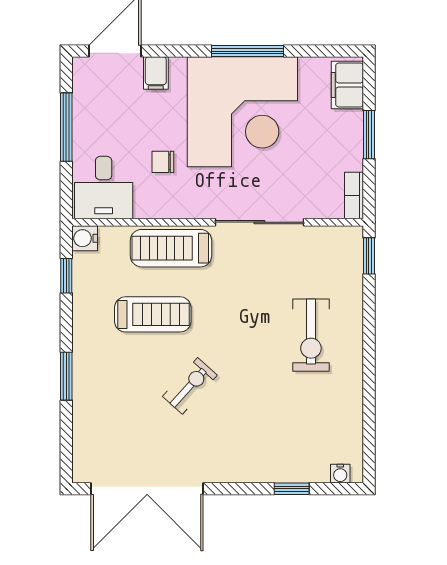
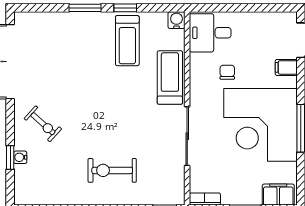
window: (66, 127) -> (250, 8), removed
window: (66, 276) -> (125, 8), moved
treadmill: (153, 314) -> (127, 41), moved
exercise bike: (190, 386) -> (43, 124), moved
water cooler: (340, 474) -> (20, 157), moved

